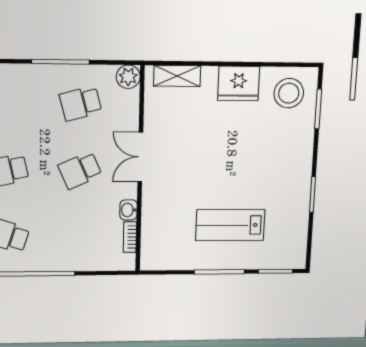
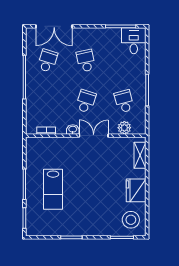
plant: (128, 77) -> (124, 128), moved
school desk: (80, 170) -> (86, 101), turned 42
washbasin: (129, 210) -> (73, 129), moved
lab bench: (230, 225) -> (53, 189), turned 180

